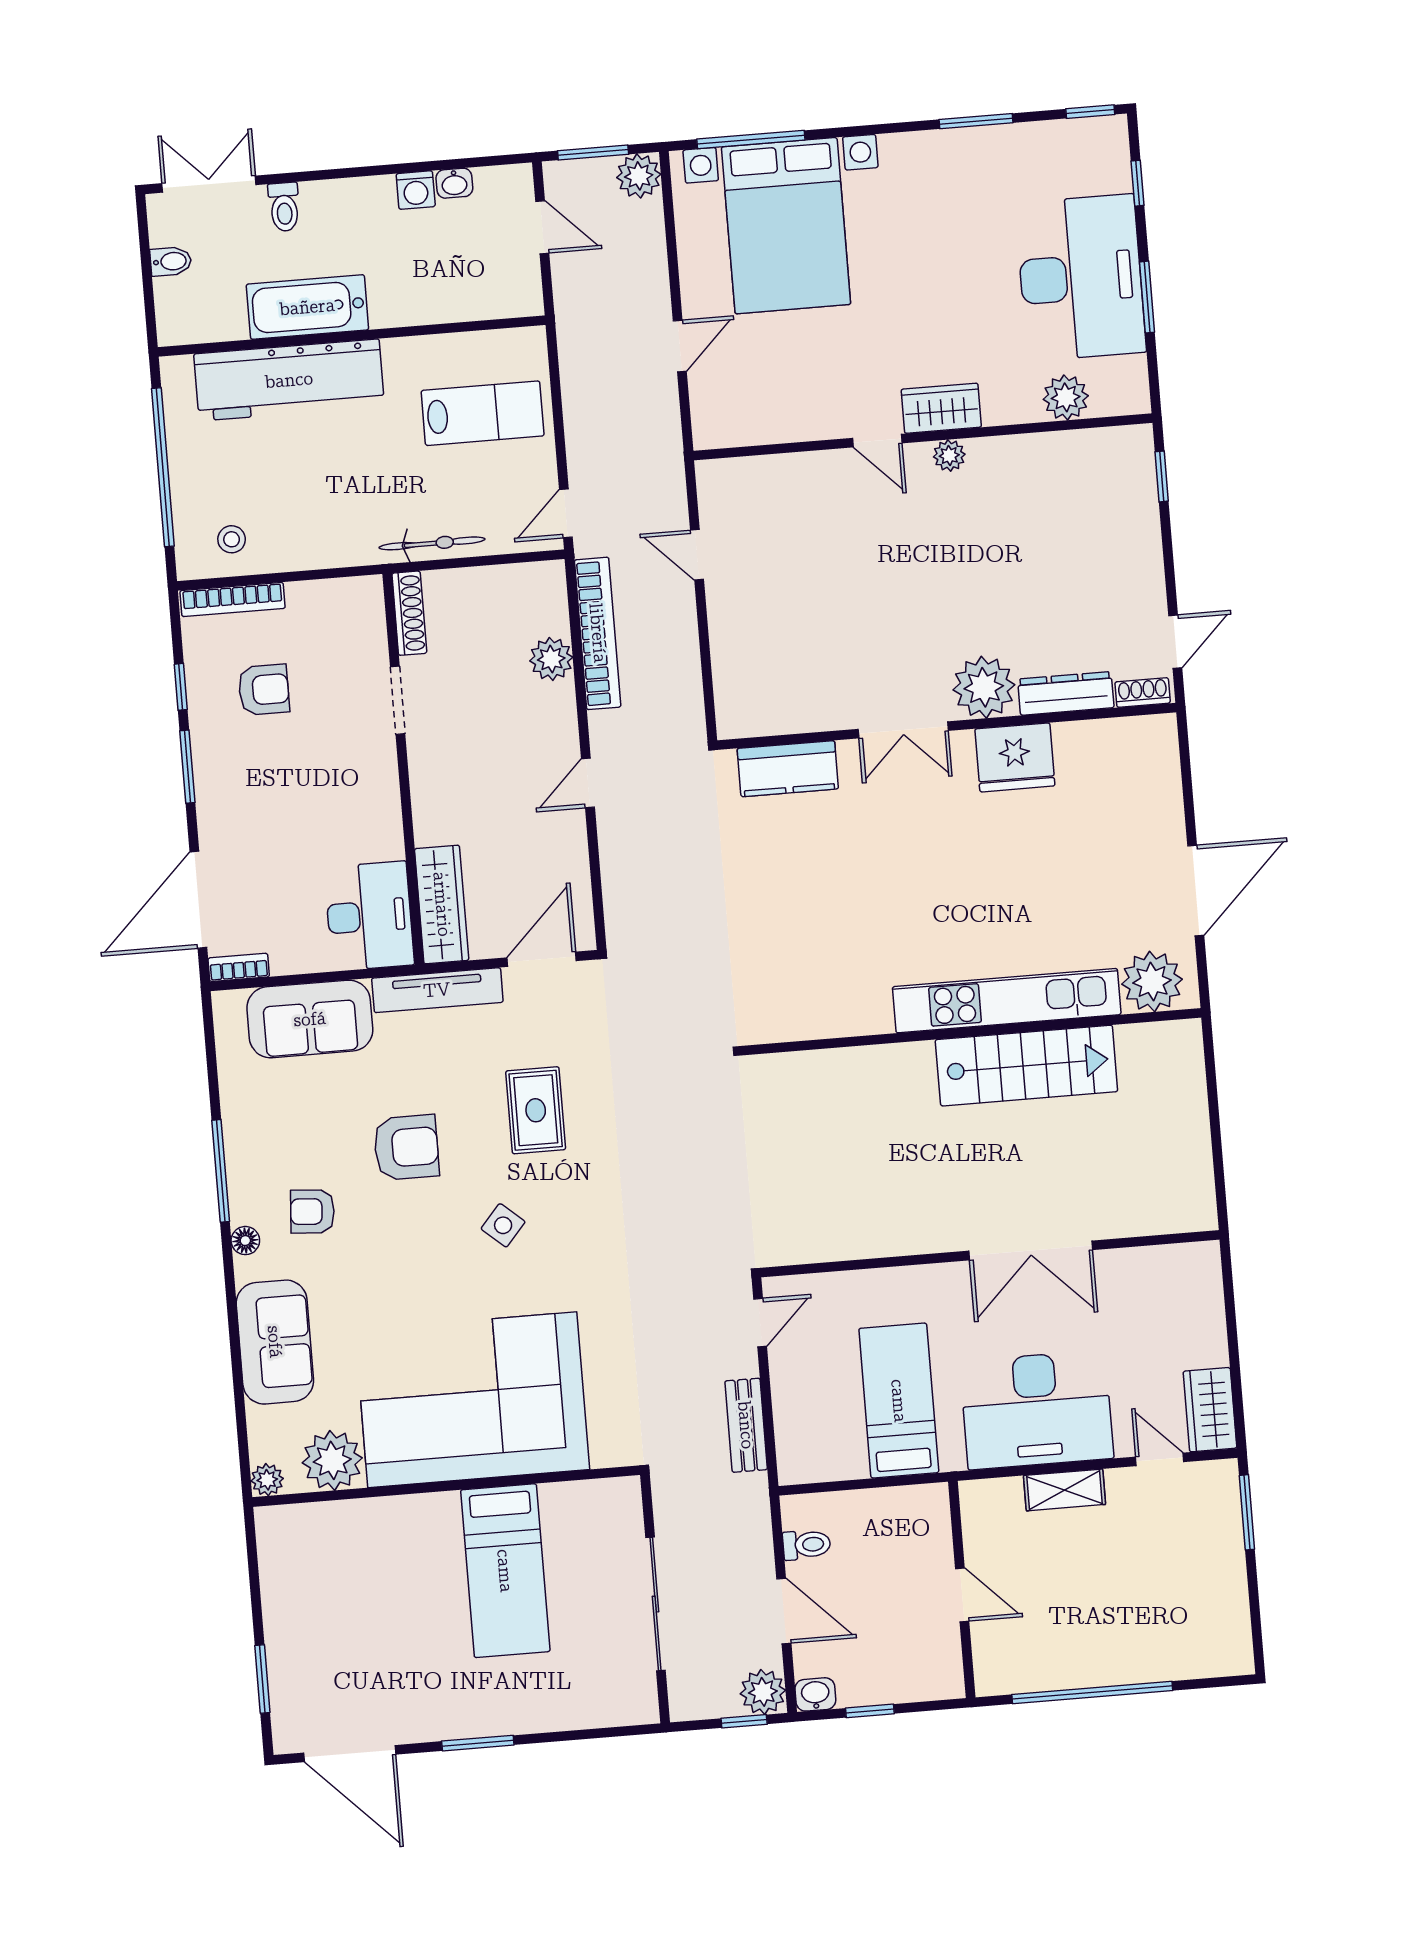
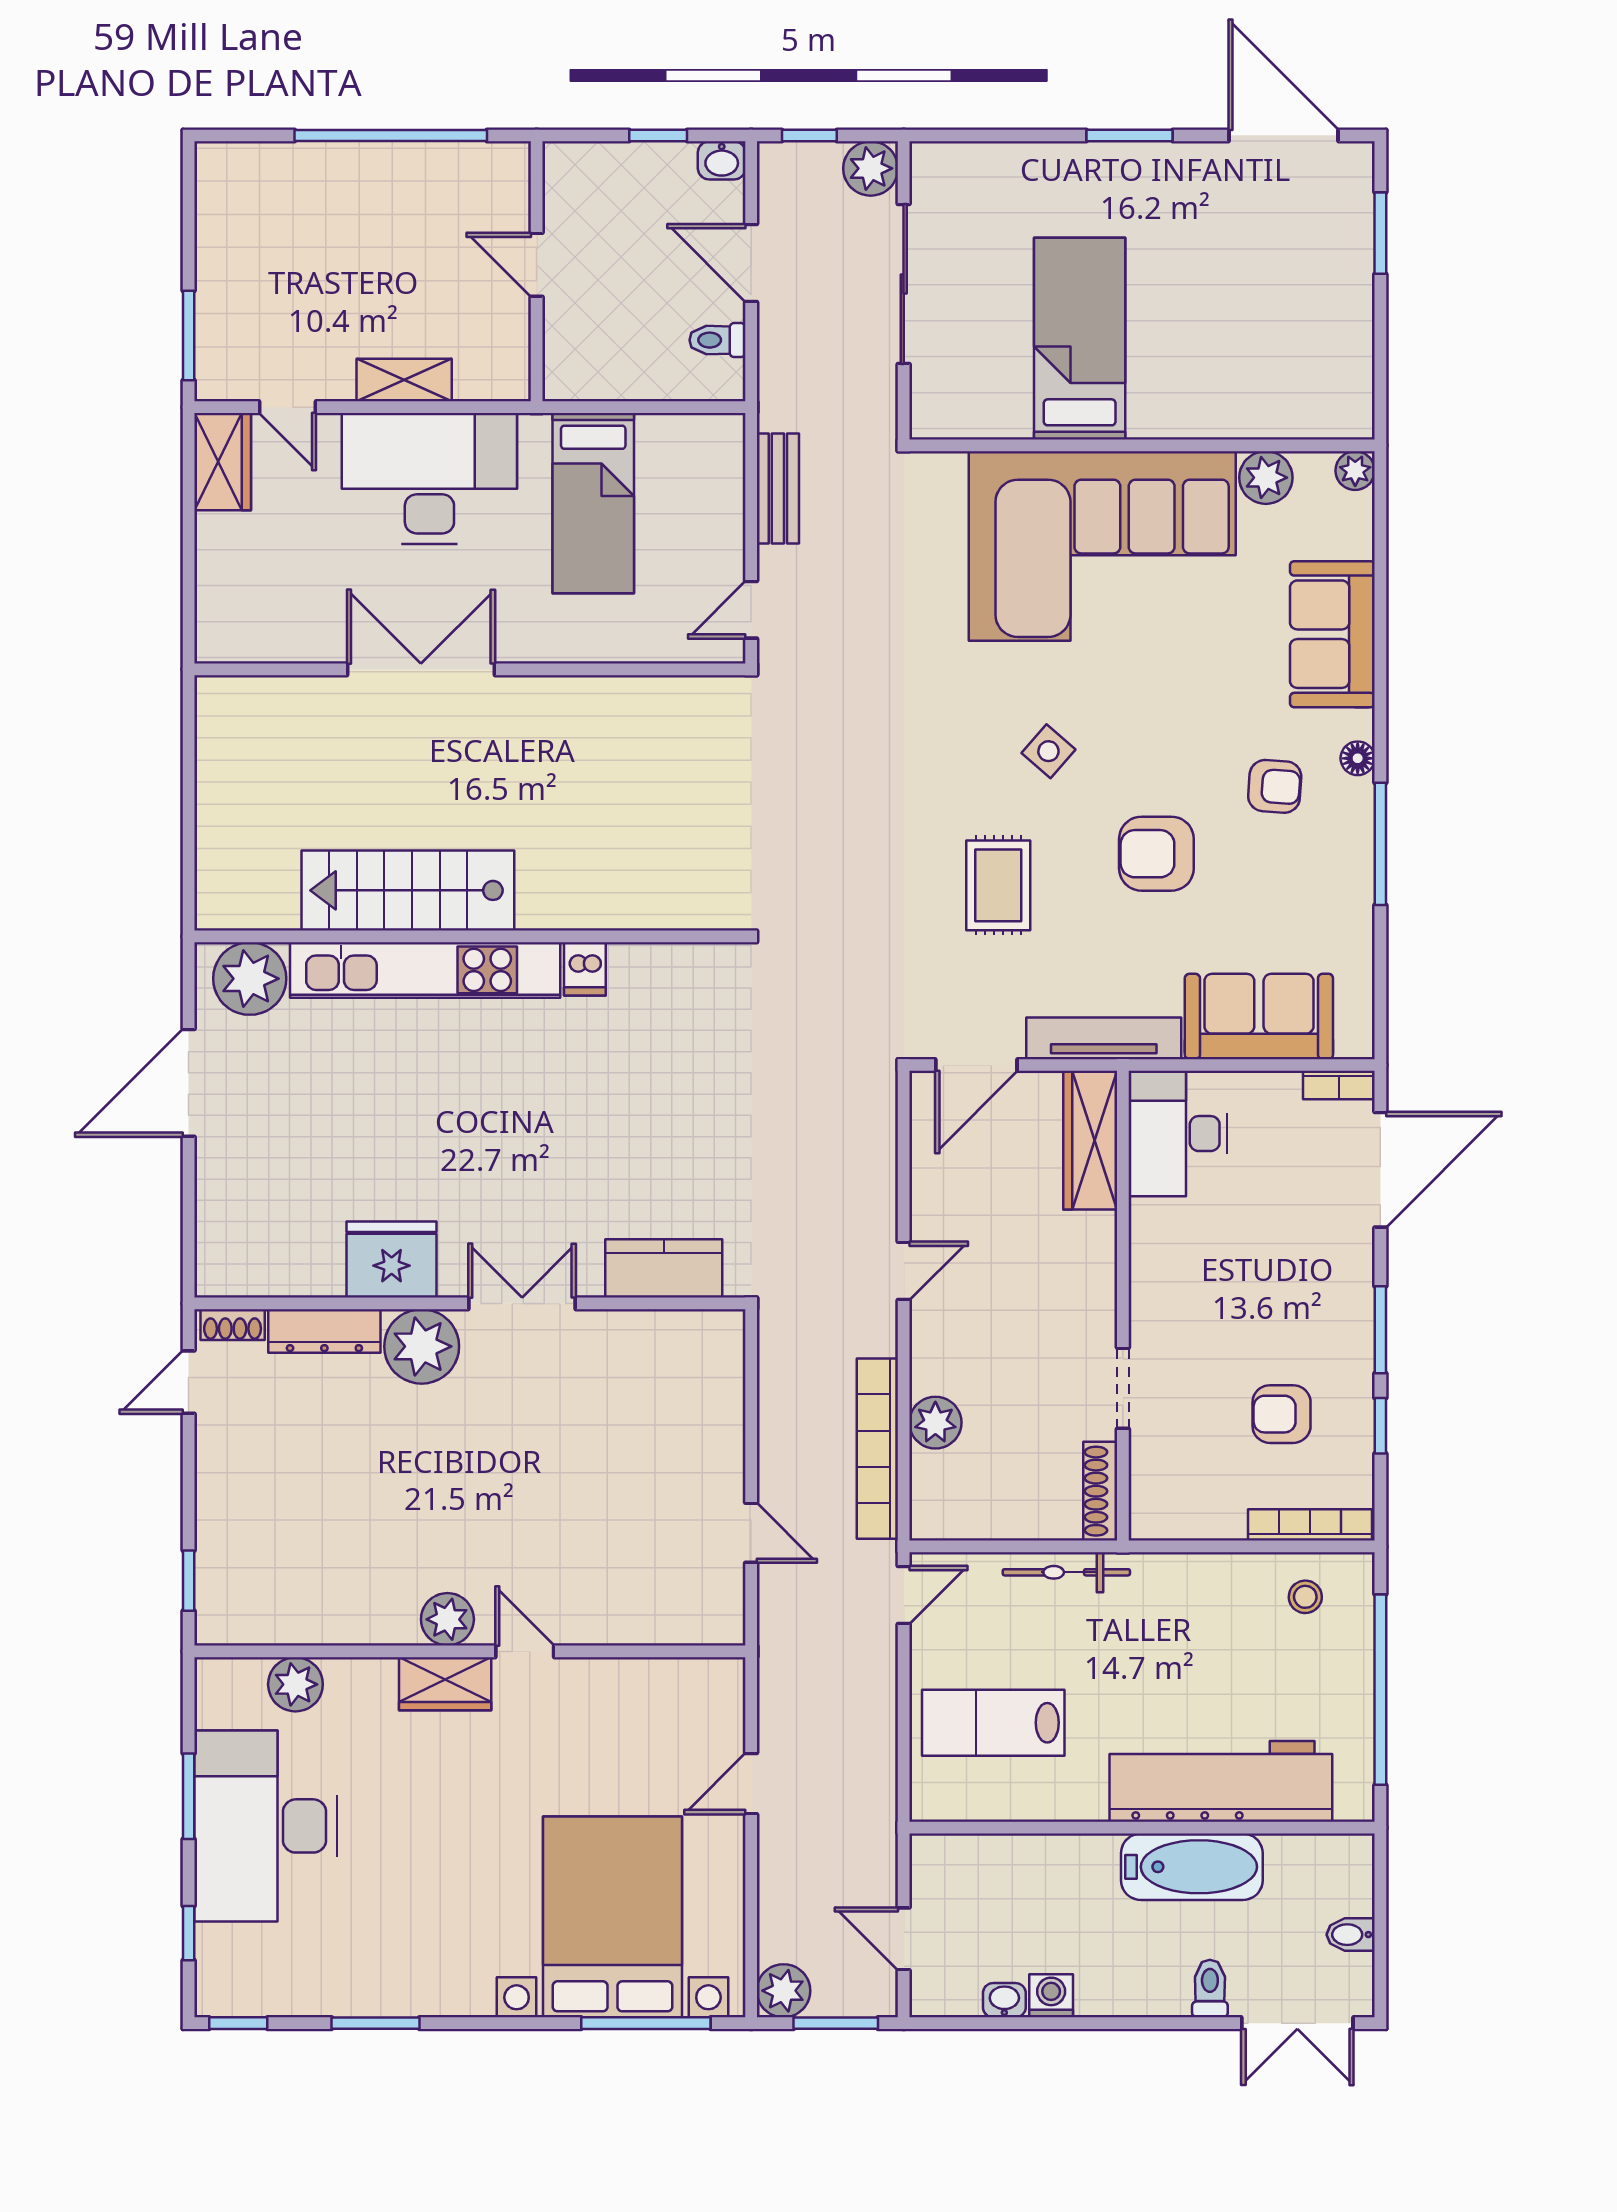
plant: (949, 456) -> (447, 1619), width x1.38, depth x1.38
dishwasher: (874, 1012) -> (585, 969), added
plant: (332, 1460) -> (1266, 478), width x0.73, depth x0.73
plant: (763, 1692) -> (871, 168), moved

